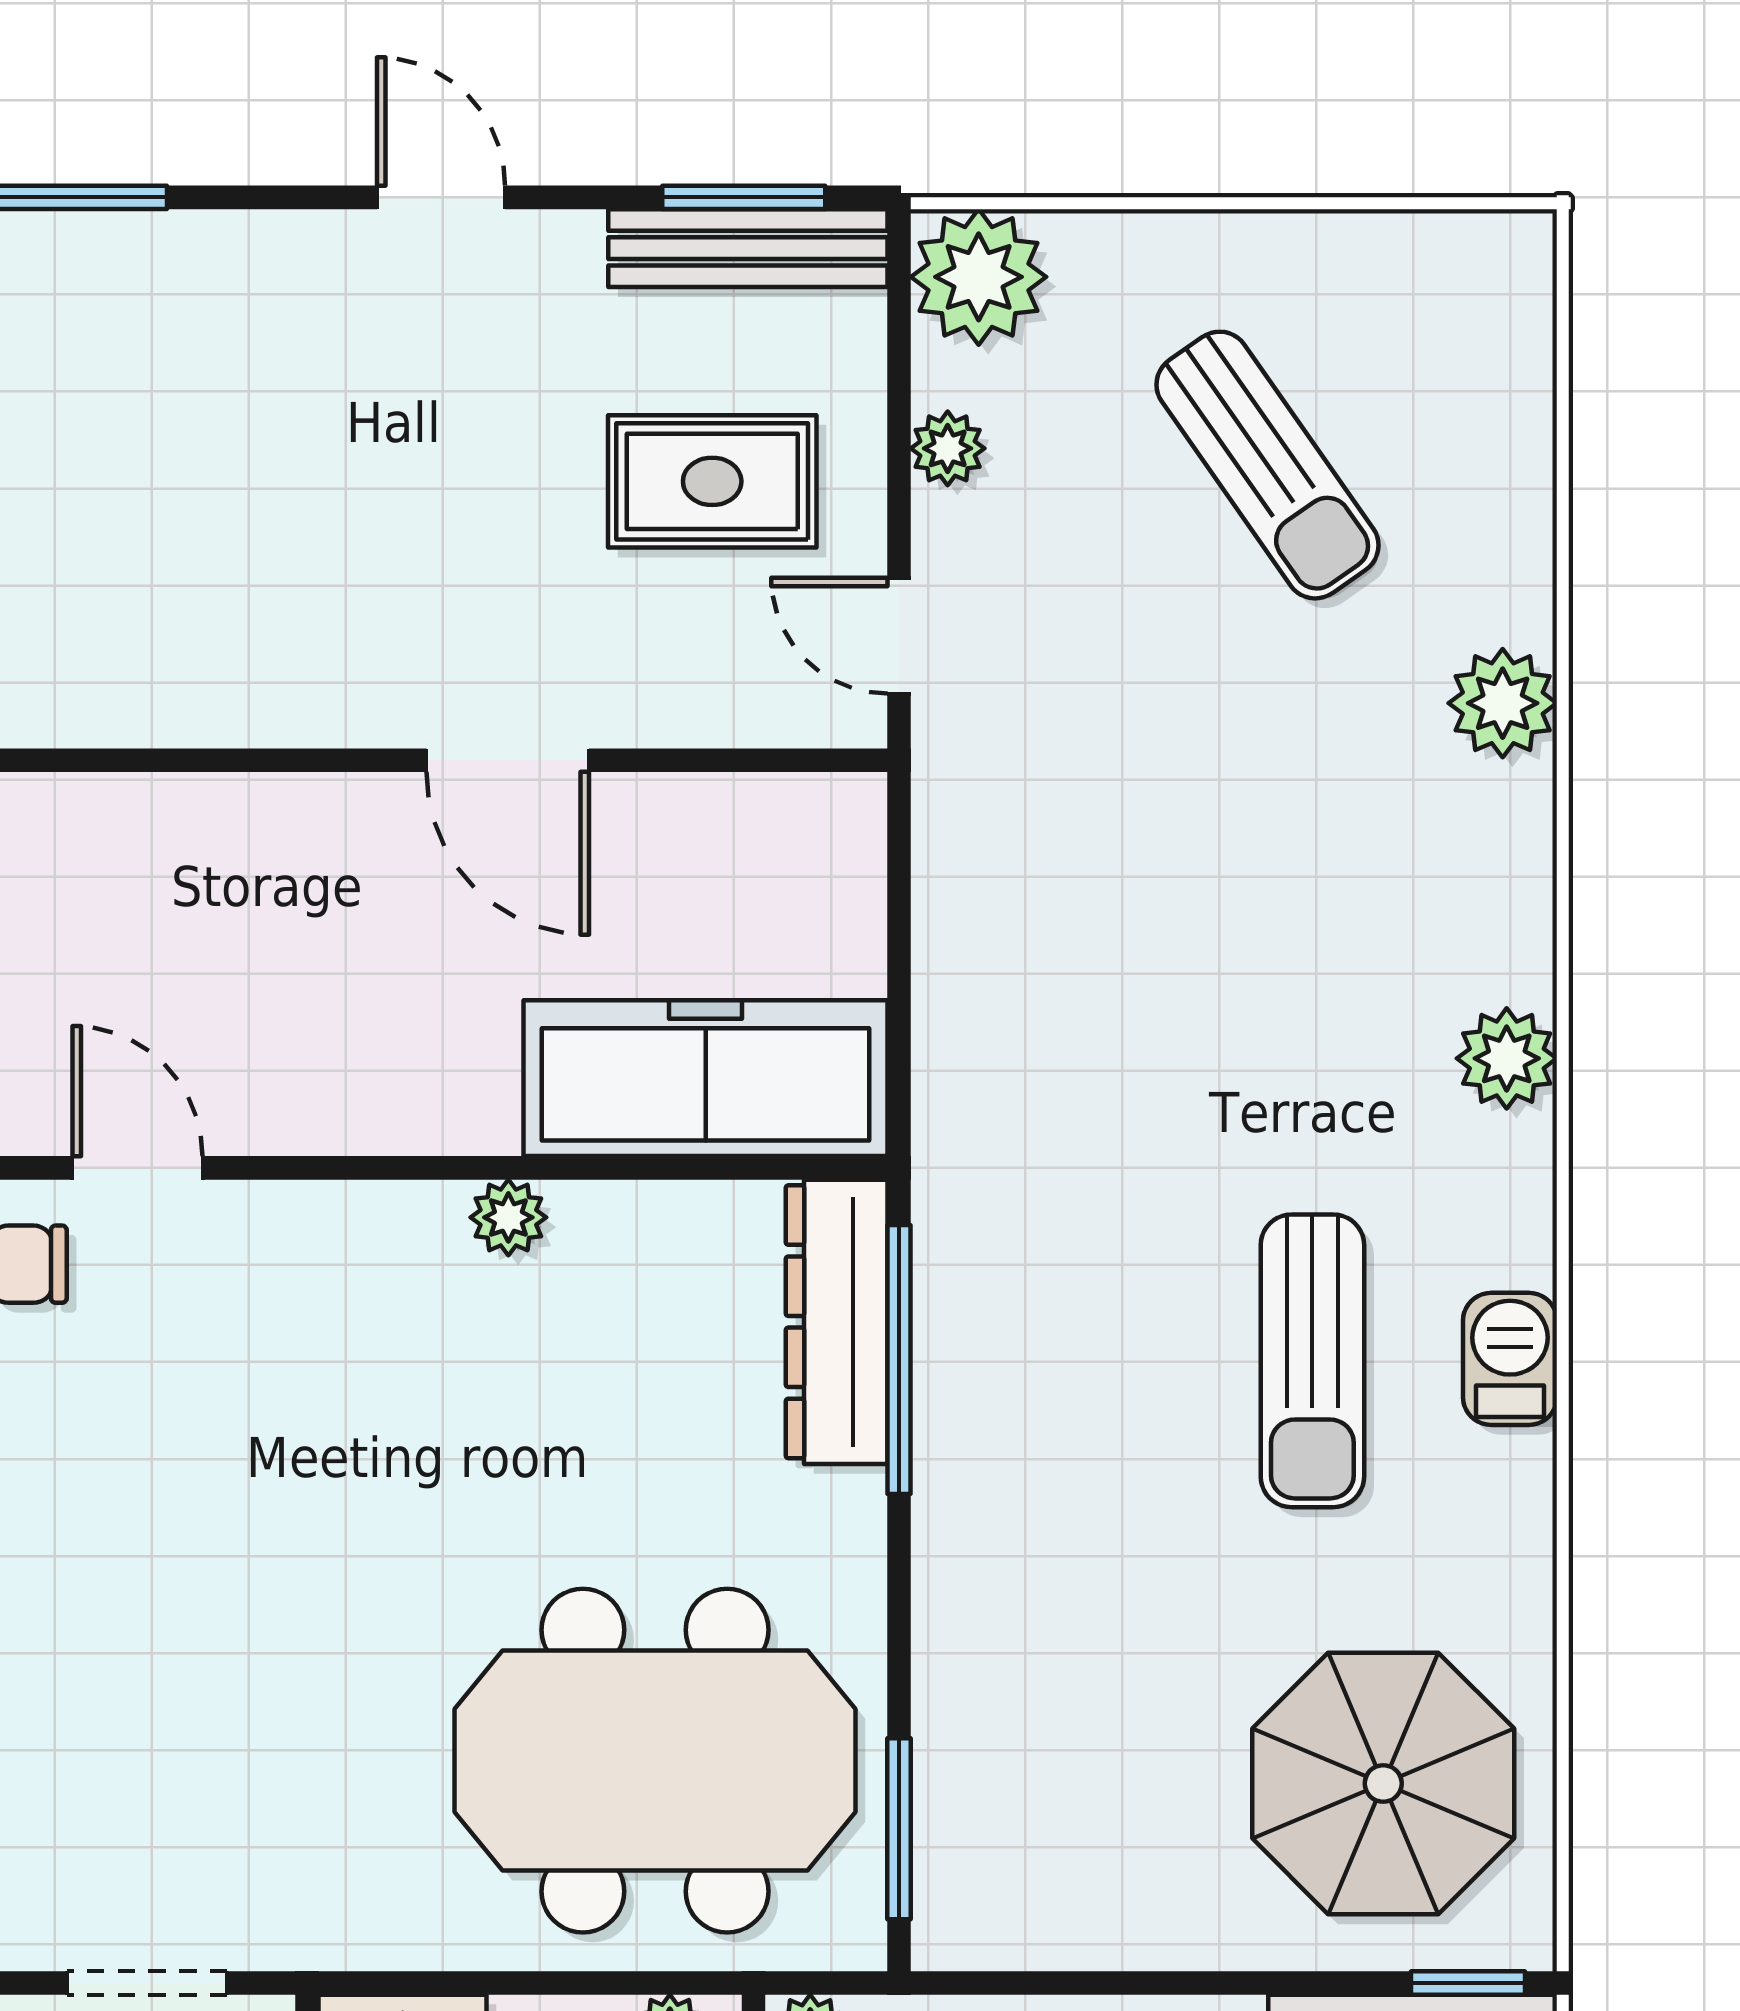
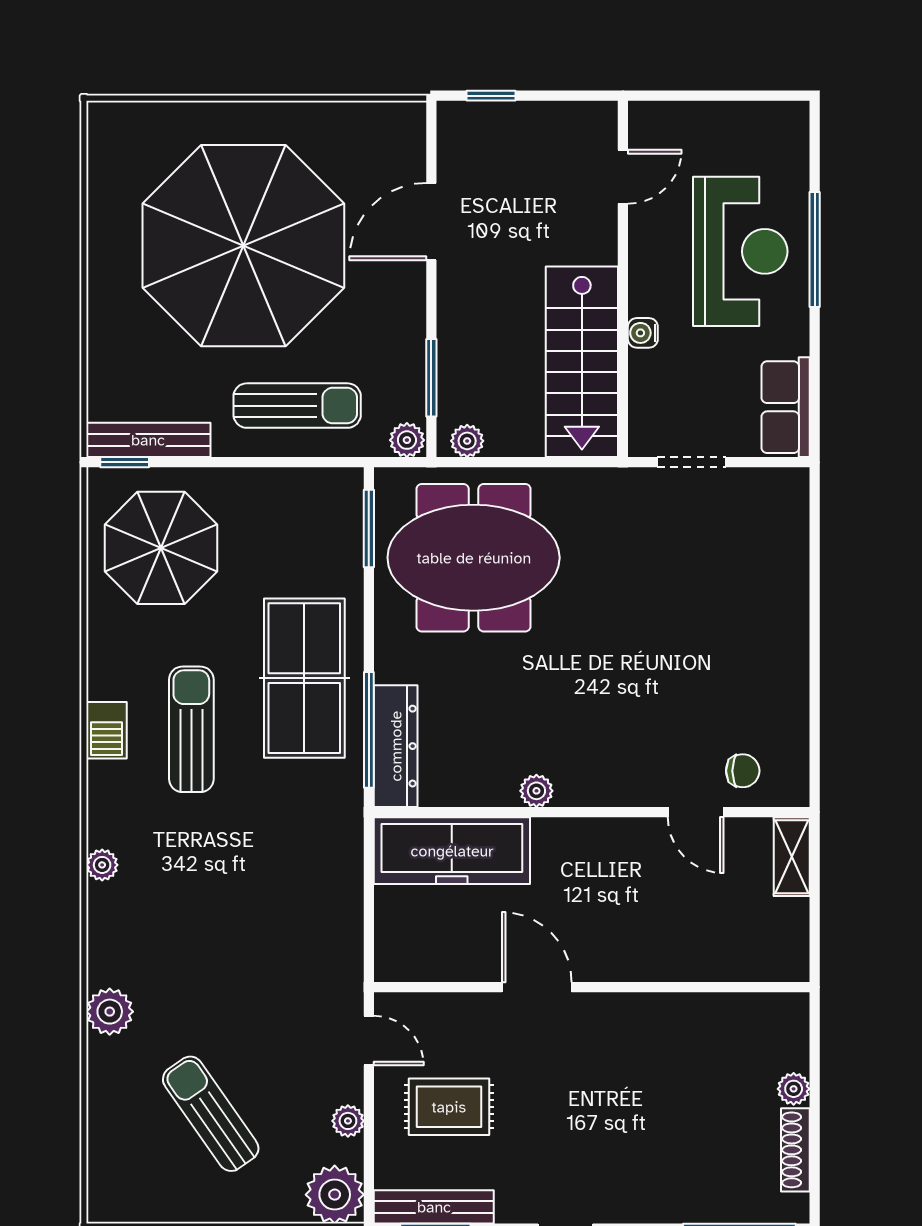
plant: (1507, 1058) -> (102, 865), width x0.73, depth x0.73
table tennis table: (1049, 1480) -> (304, 678), added

